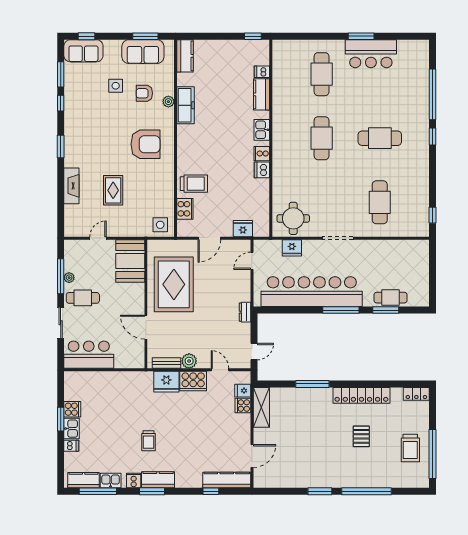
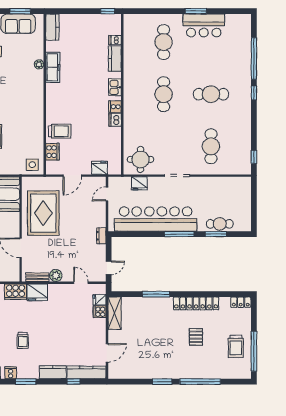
armchair: (144, 93) -> (19, 58), removed
armchair: (146, 144) -> (20, 99), removed
cooker: (193, 381) -> (16, 292), moved
kitchen counter: (158, 480) -> (53, 372), moved

